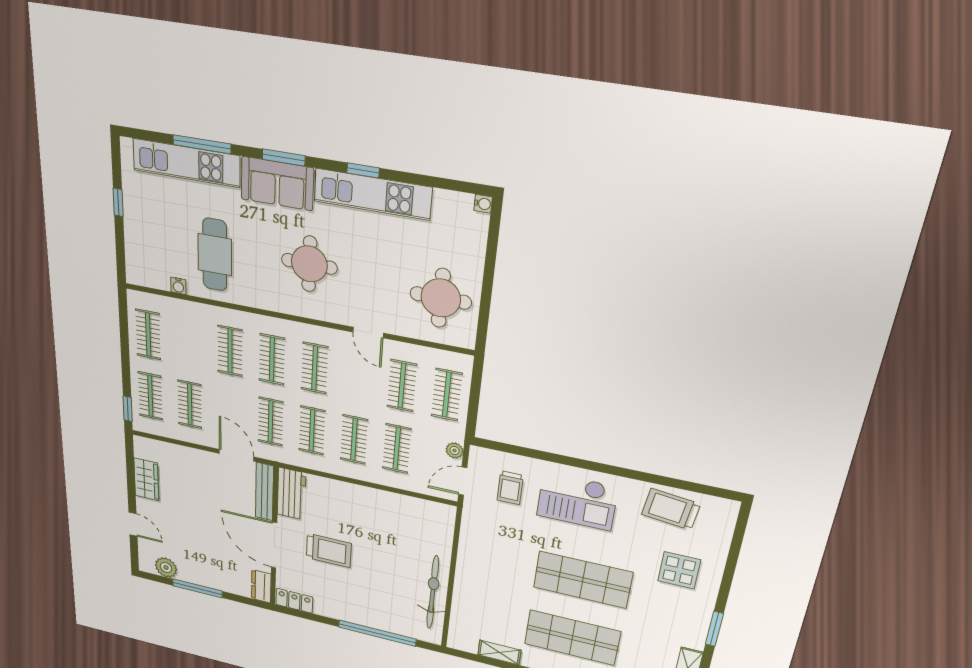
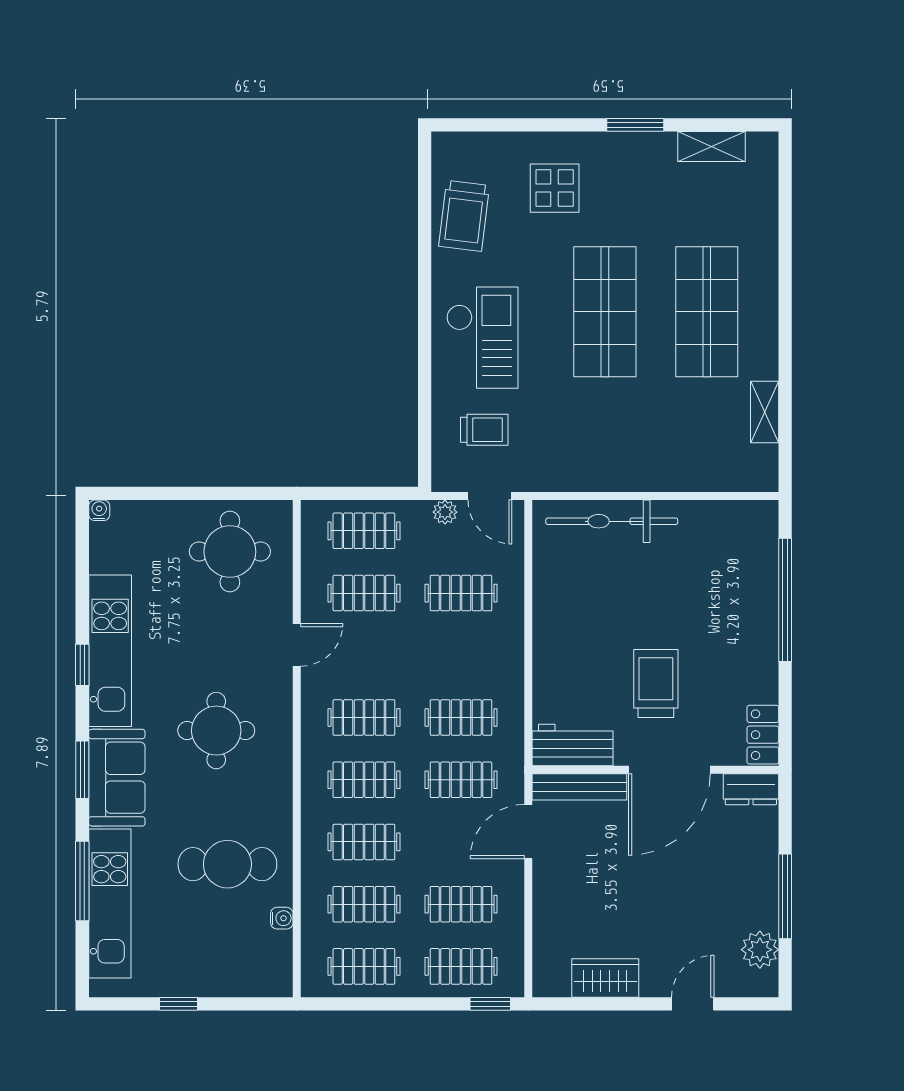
clothes rail: (354, 439) -> (364, 904), moved
bicycle: (433, 592) -> (612, 521), moved

